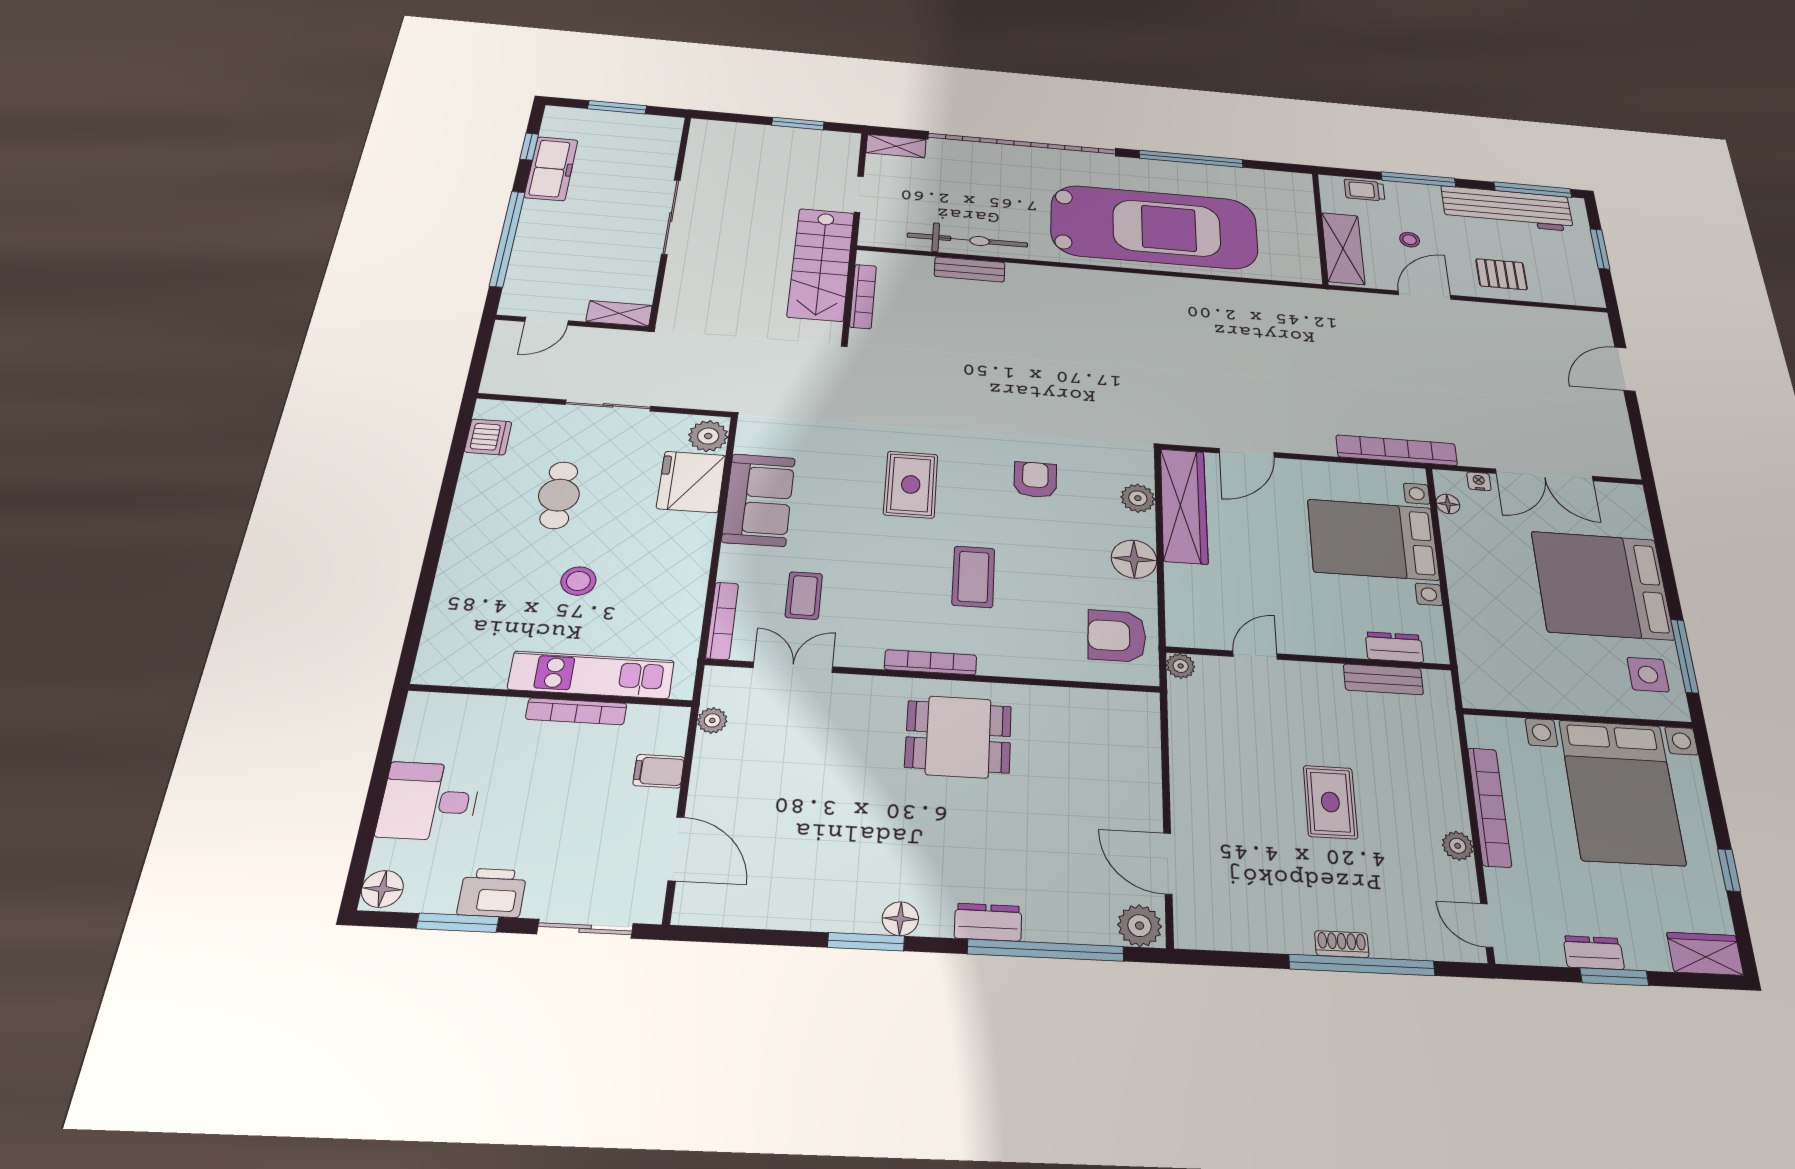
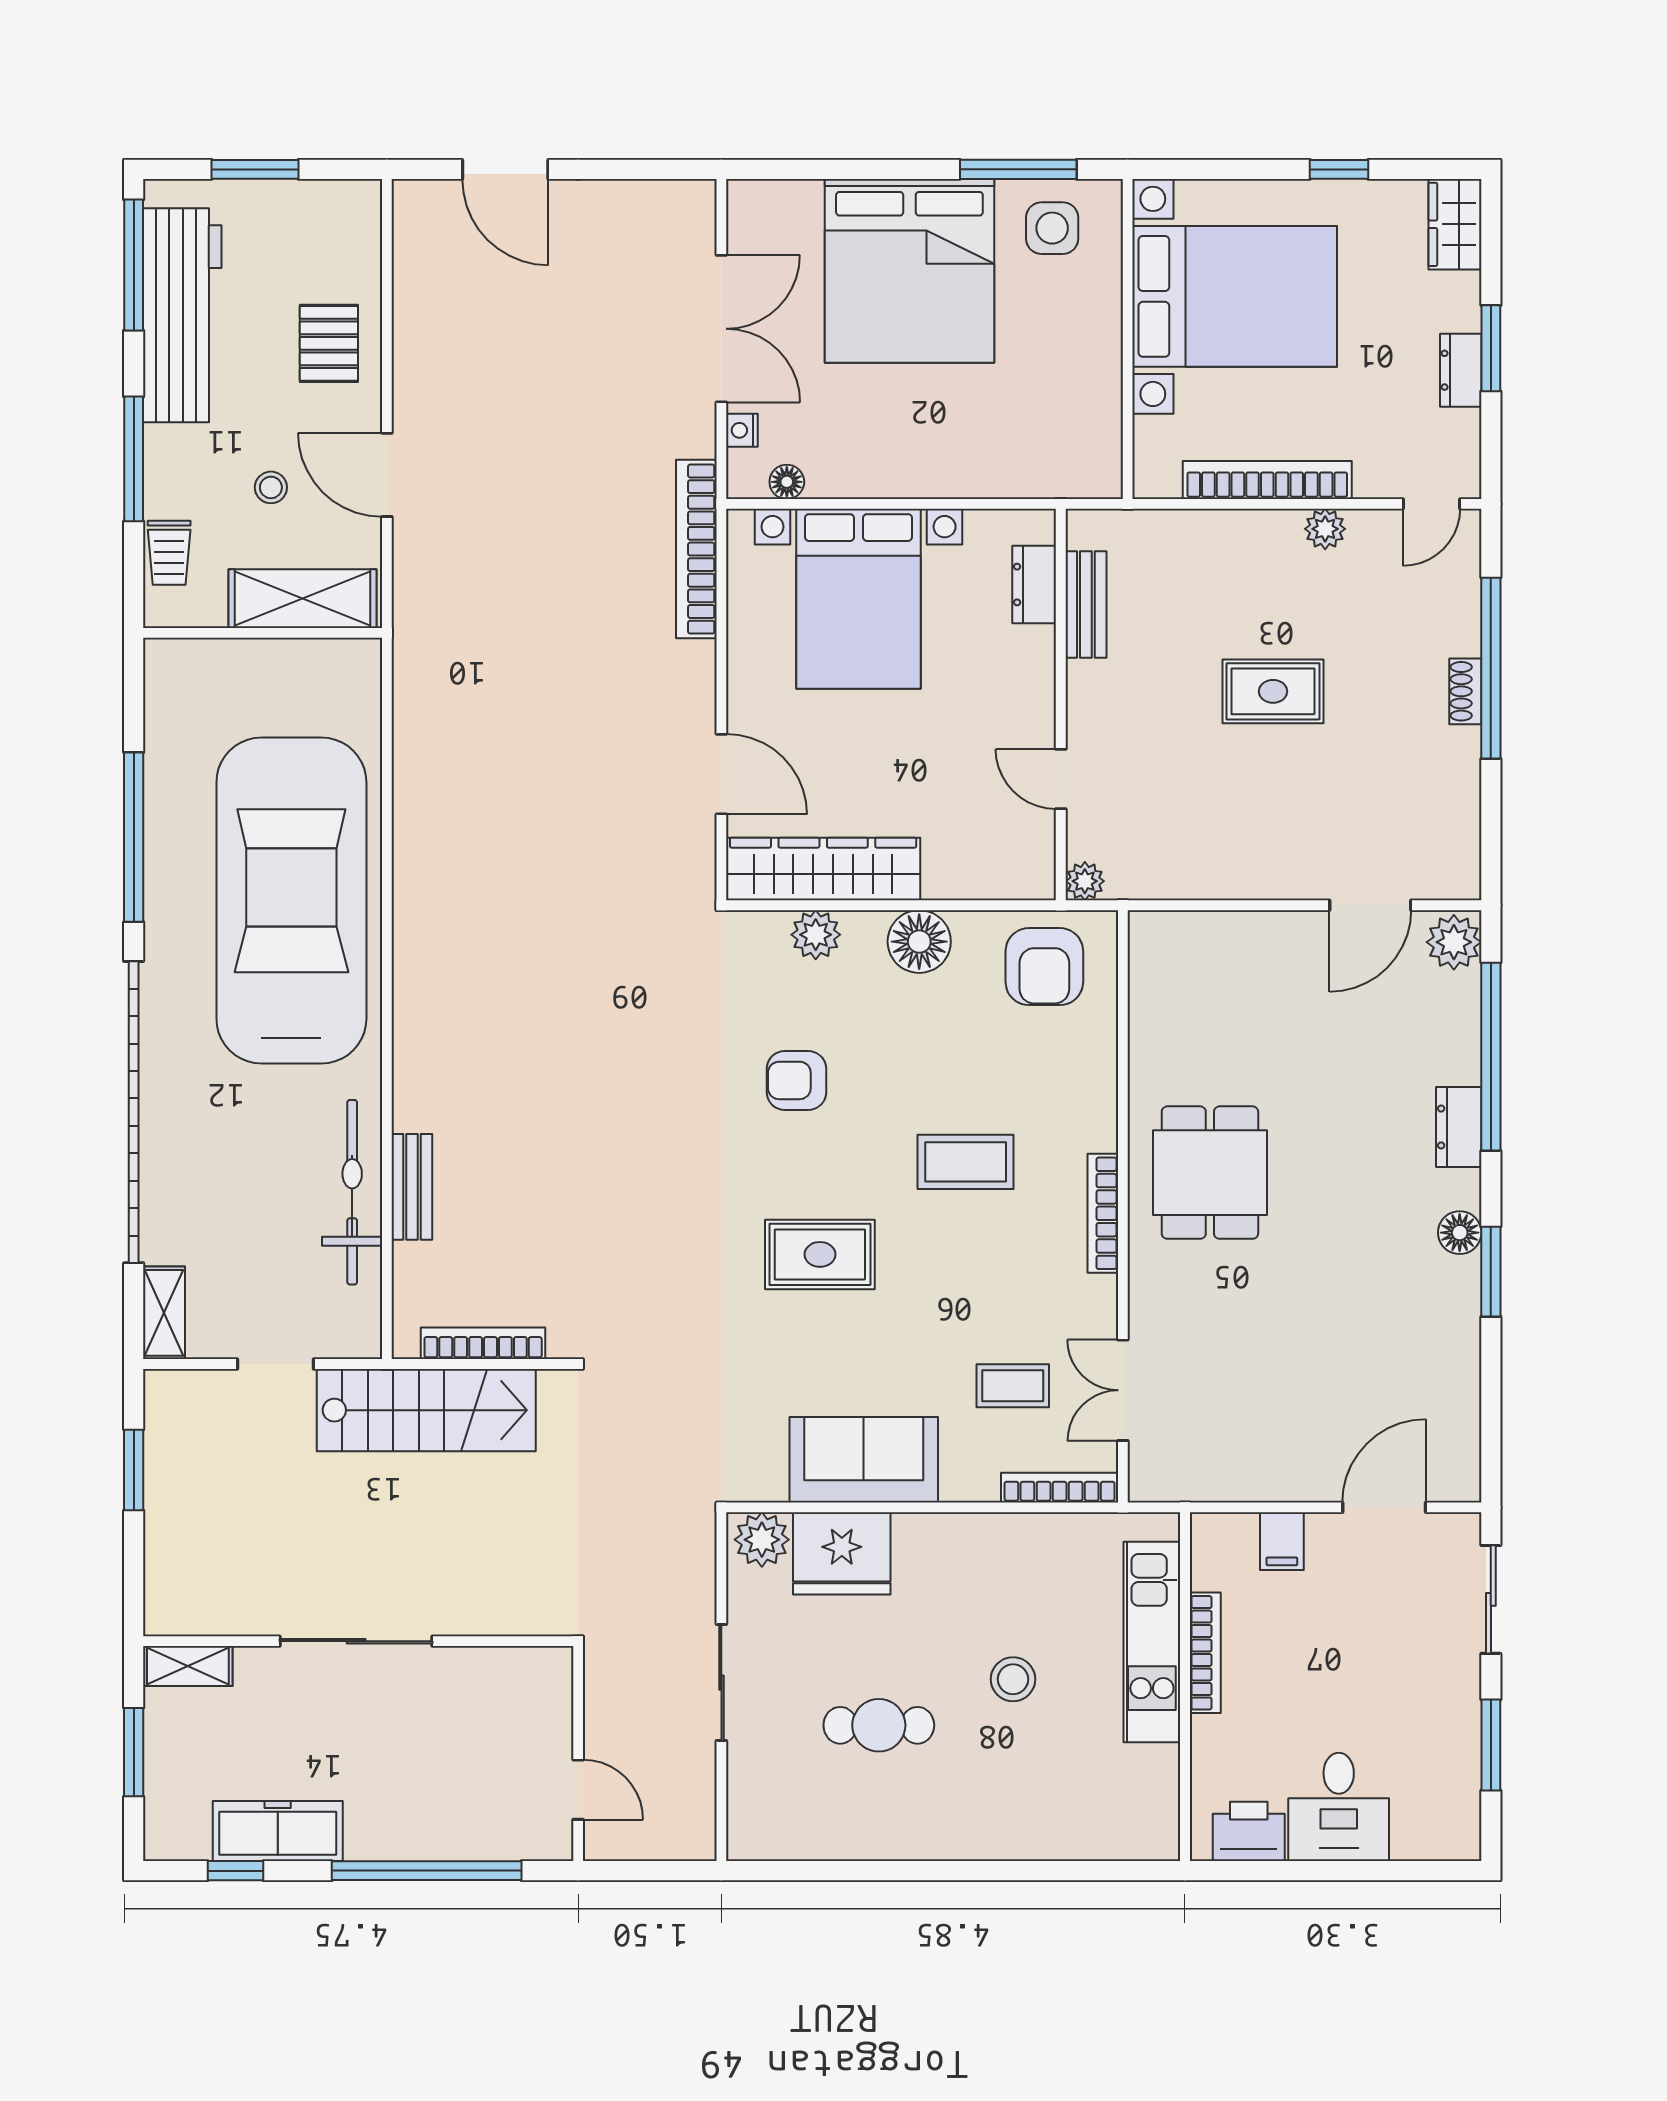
shelving: (619, 313) -> (188, 1666), moved, turned 90
dishwasher: (488, 437) -> (791, 1834), removed
plant: (712, 720) -> (1207, 1484), removed
floor lamp: (382, 889) -> (1454, 1838), removed
printer: (492, 893) -> (1249, 1831), moved, turned 90

